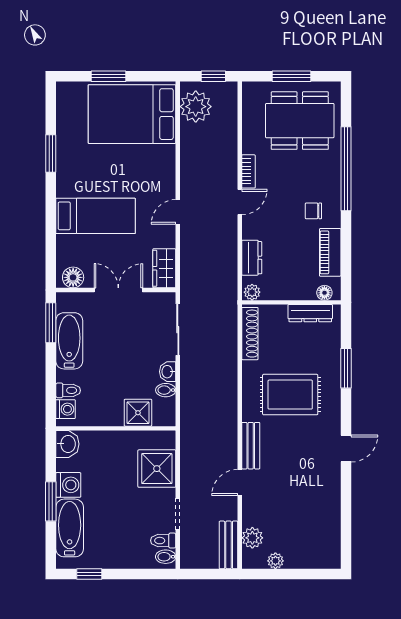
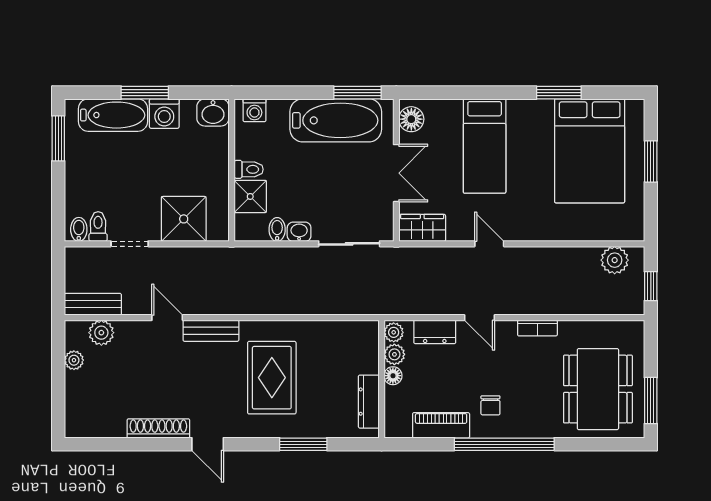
window: (291, 76) -> (651, 401), moved
plant: (196, 107) -> (615, 260), width x0.73, depth x0.73
bed: (132, 114) -> (590, 151), moved, turned 180
window: (346, 169) -> (504, 444), moved
door: (240, 202) -> (480, 318), moved
chair: (313, 211) -> (490, 405), turned 180
plant: (271, 292) -> (394, 354), added
floor lamp: (324, 293) -> (393, 376), moved
shoe rack: (250, 334) -> (158, 428), moved, turned 180
bathtub: (69, 341) -> (336, 120), width x1.36, depth x1.36
toilet: (68, 390) -> (249, 169), moved, turned -90
window: (89, 574) -> (58, 138), width x1.50

